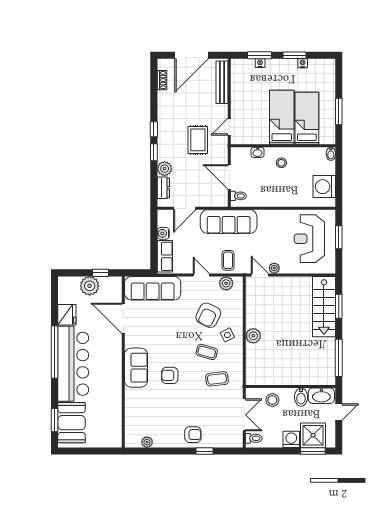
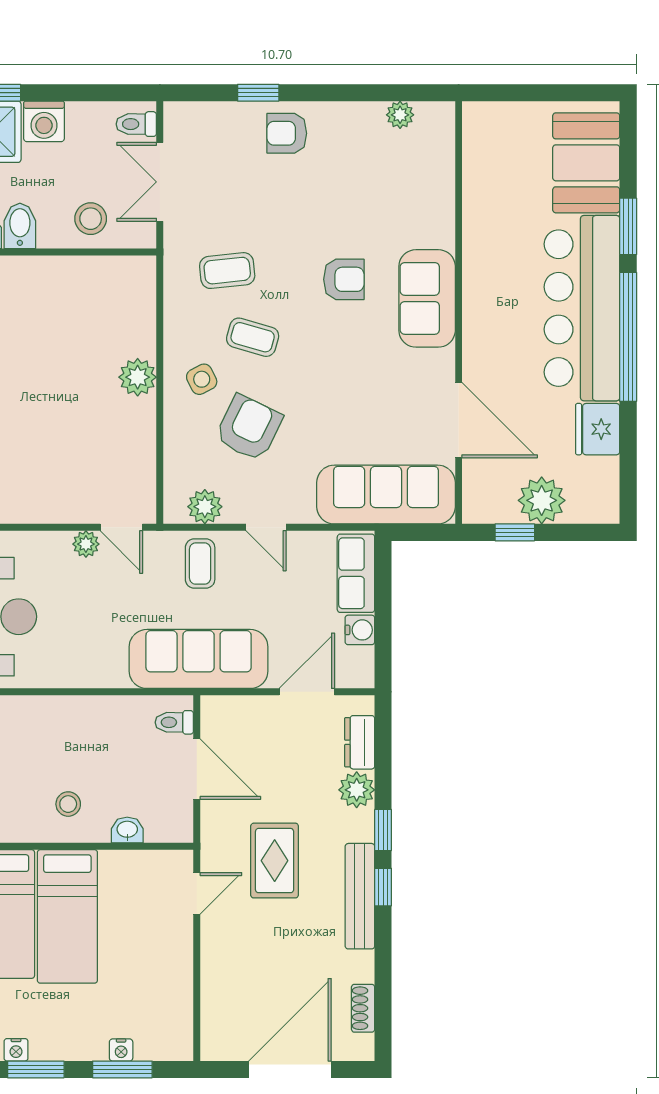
bench: (222, 82) -> (360, 896), moved
window: (55, 420) -> (628, 226), moved

